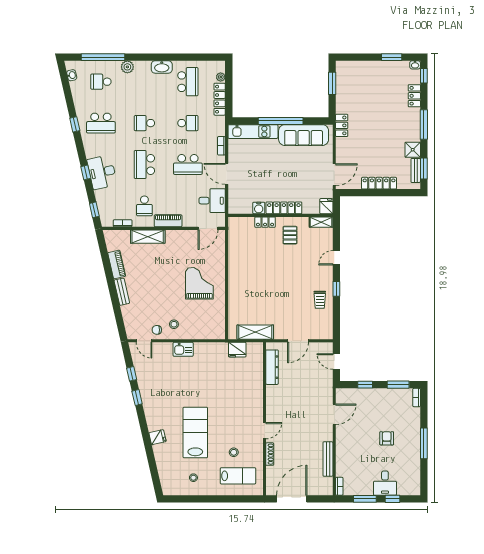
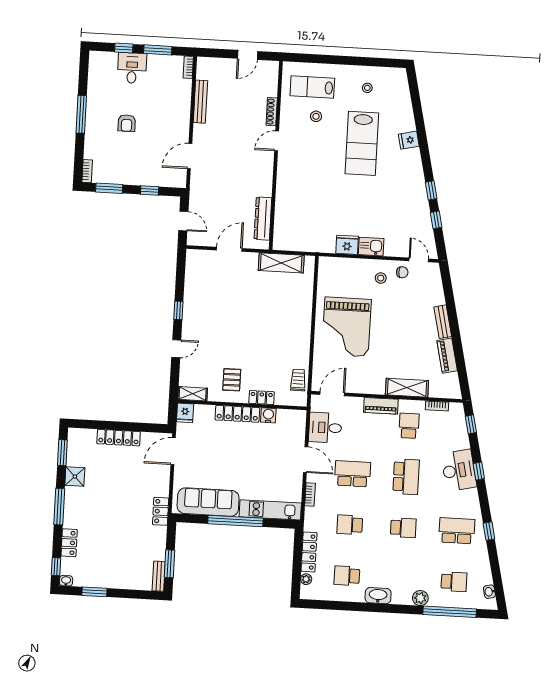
school desk: (188, 82) -> (347, 576), width x0.54
bench: (416, 170) -> (159, 576), moved
grand piano: (199, 283) -> (347, 327), width x1.37, depth x1.48
trolley: (320, 300) -> (298, 380), moved
fridge: (237, 350) -> (347, 245), moved
door: (292, 499) -> (248, 55), width x0.53

